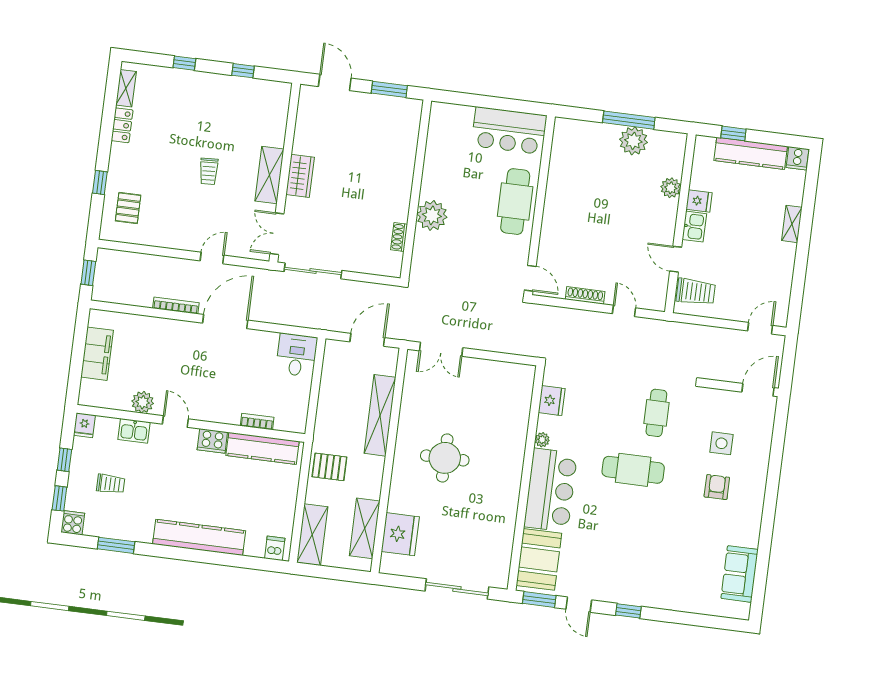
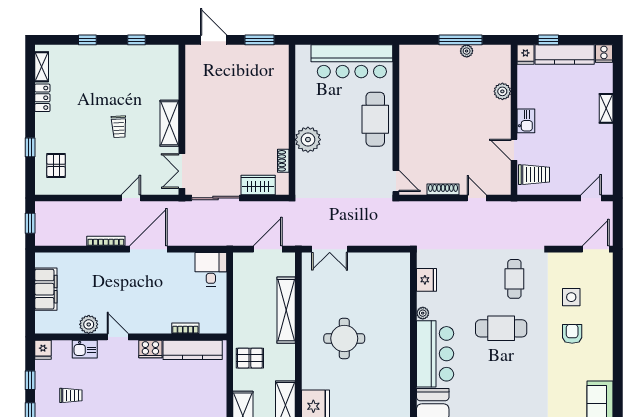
bar counter: (509, 131) -> (352, 61), width x1.36
plant: (633, 141) -> (467, 51), width x0.53, depth x0.53
wardrobe: (300, 176) -> (258, 185), moved, turned -90
fridge: (699, 201) -> (525, 55), moved, turned 90

